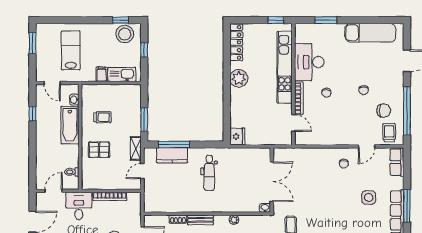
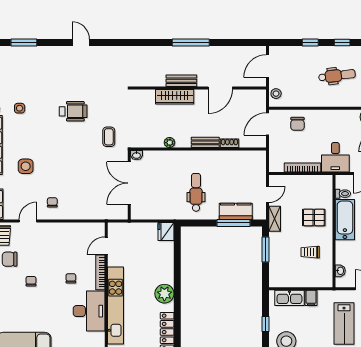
door: (293, 123) -> (106, 246), hinge flipped
bathtub: (70, 125) -> (345, 220), moved

